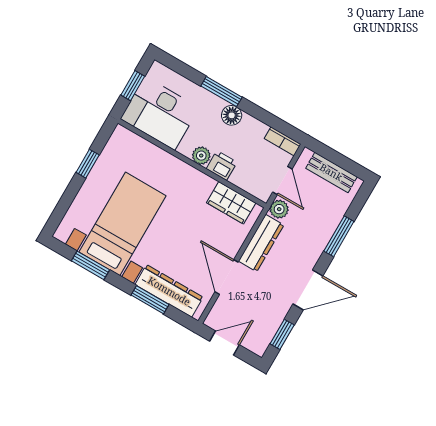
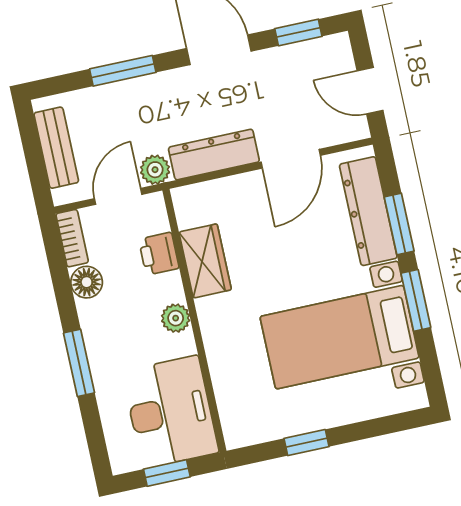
floor lamp: (232, 115) -> (87, 282), moved
printer: (222, 165) -> (159, 254), moved
wardrobe: (231, 203) -> (205, 261), moved
window: (90, 265) -> (416, 300), moved

